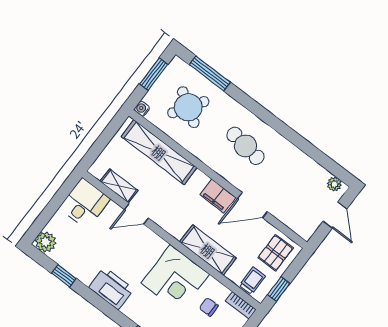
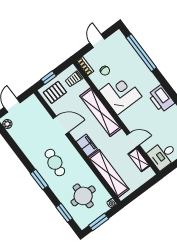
window: (210, 73) -> (64, 213), width x0.69
round table: (188, 107) -> (83, 196), turned -33
window: (262, 113) -> (39, 180), added
filing cabinet: (218, 196) -> (87, 145), moved
shelving: (208, 250) -> (101, 112), width x1.47
window: (279, 289) -> (49, 78), moved

